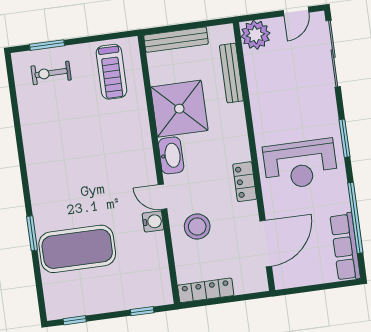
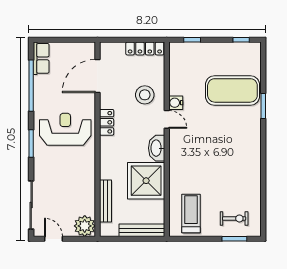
door: (296, 11) -> (53, 239), hinge flipped
row of seats: (345, 247) -> (41, 58), width x0.68

